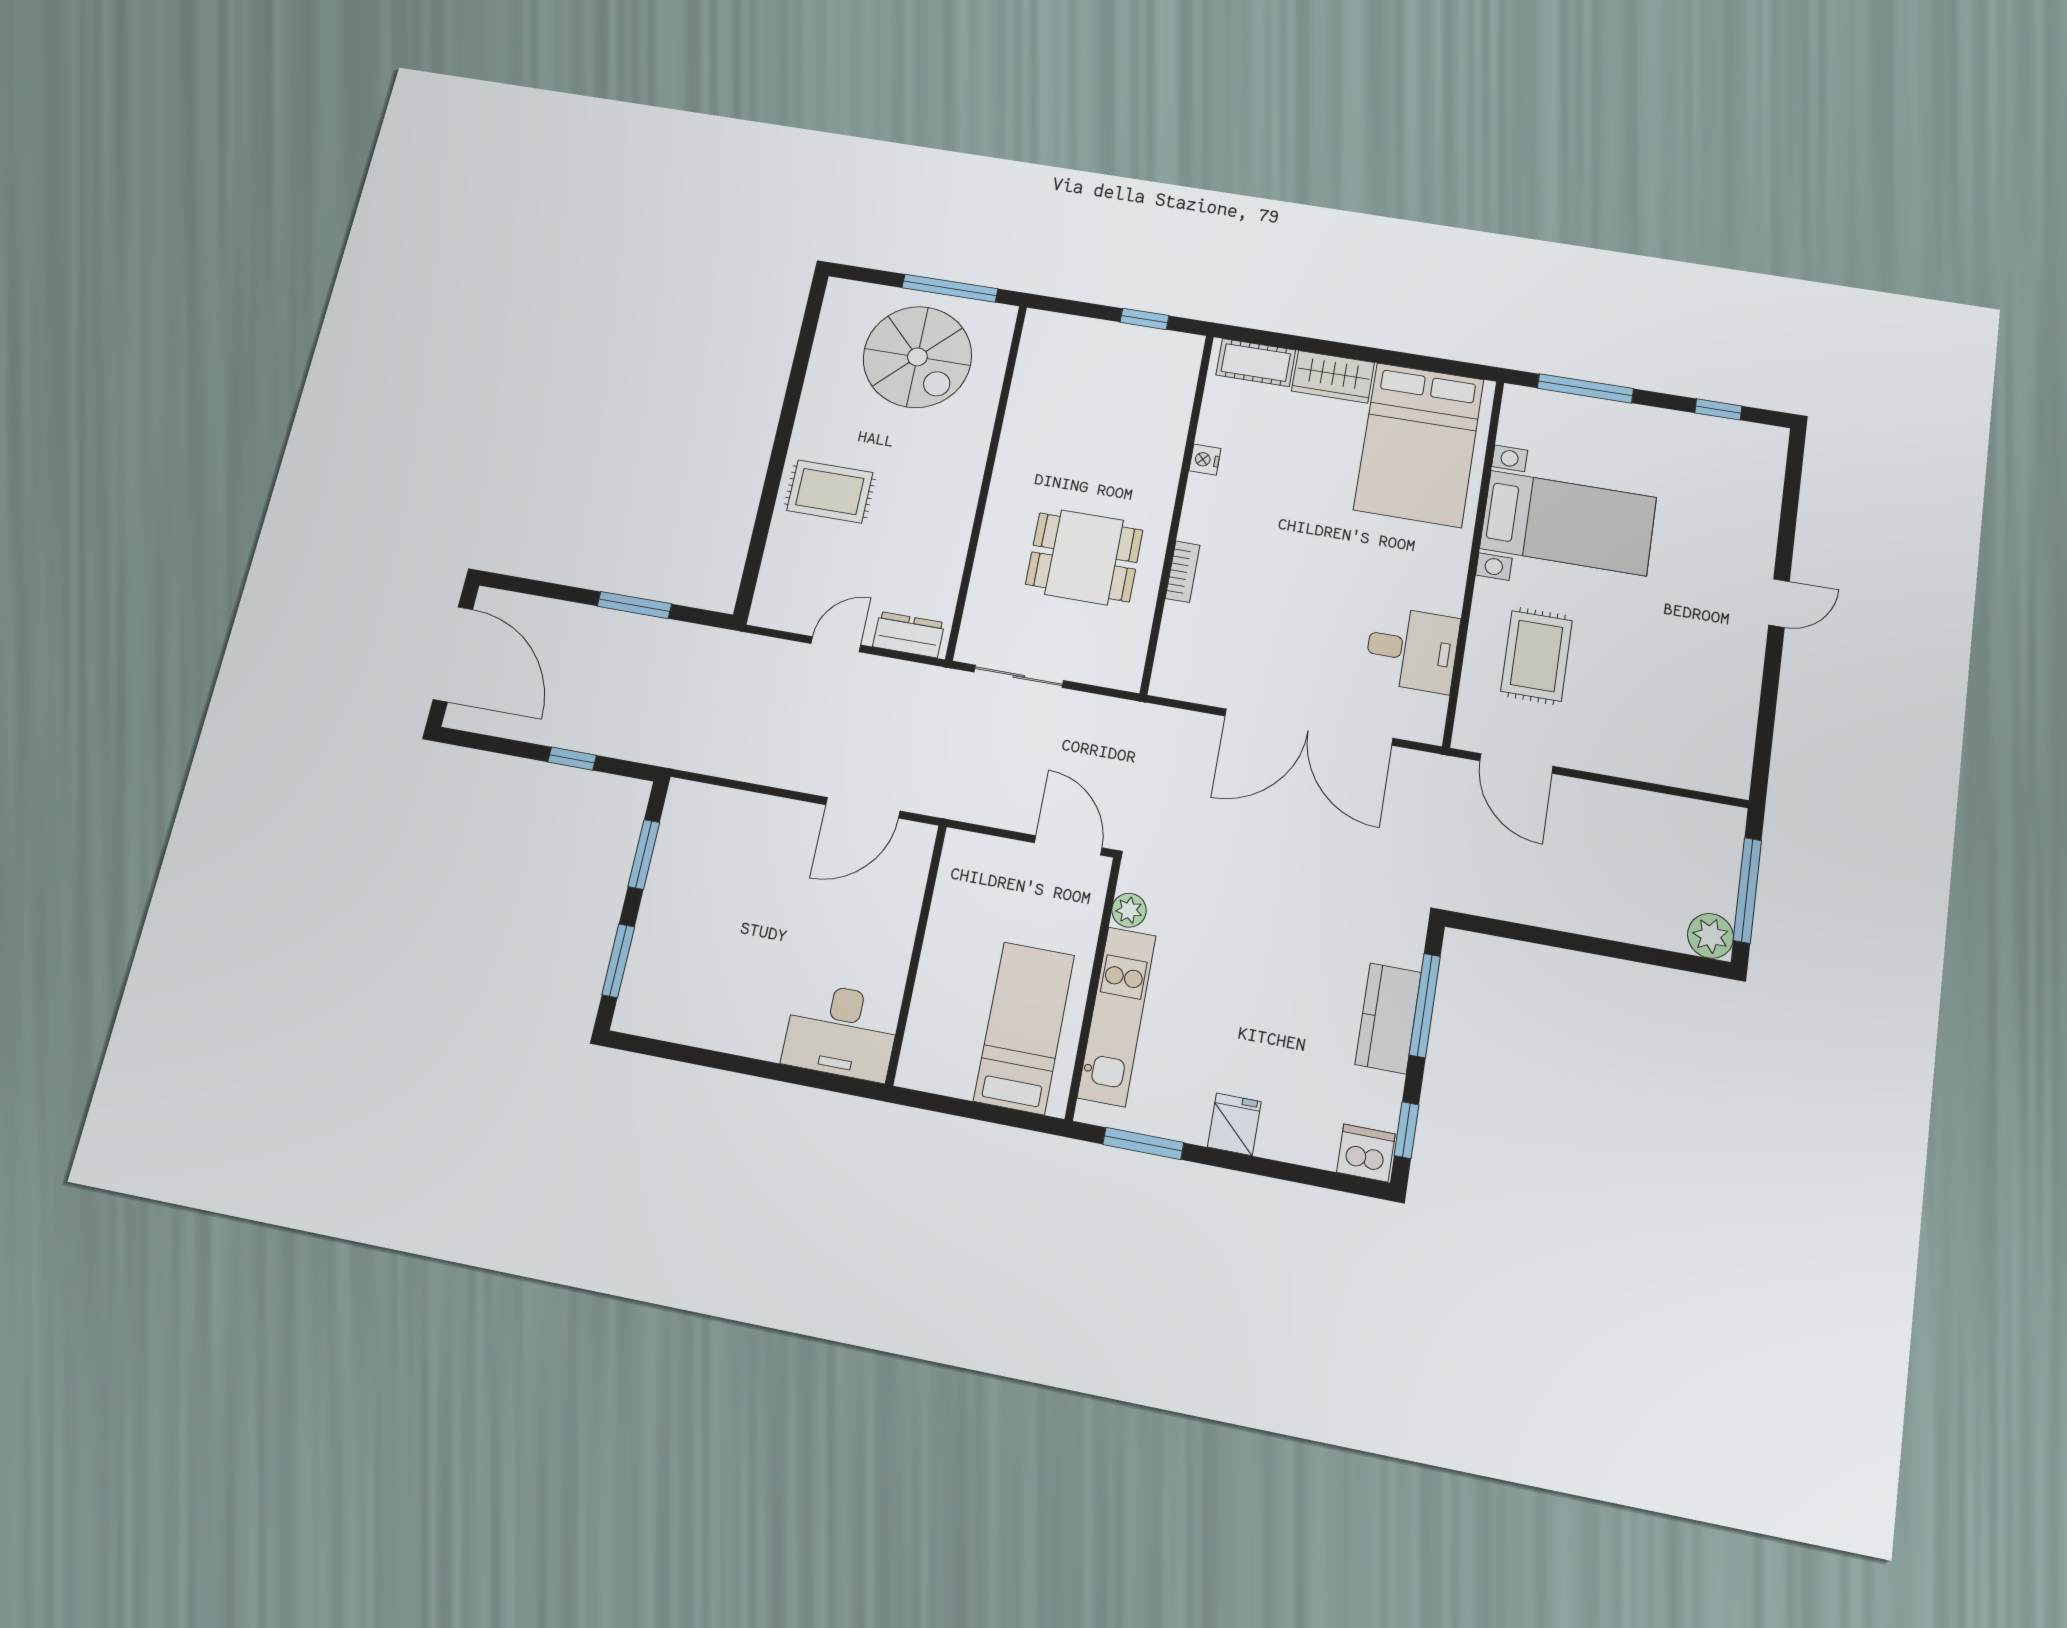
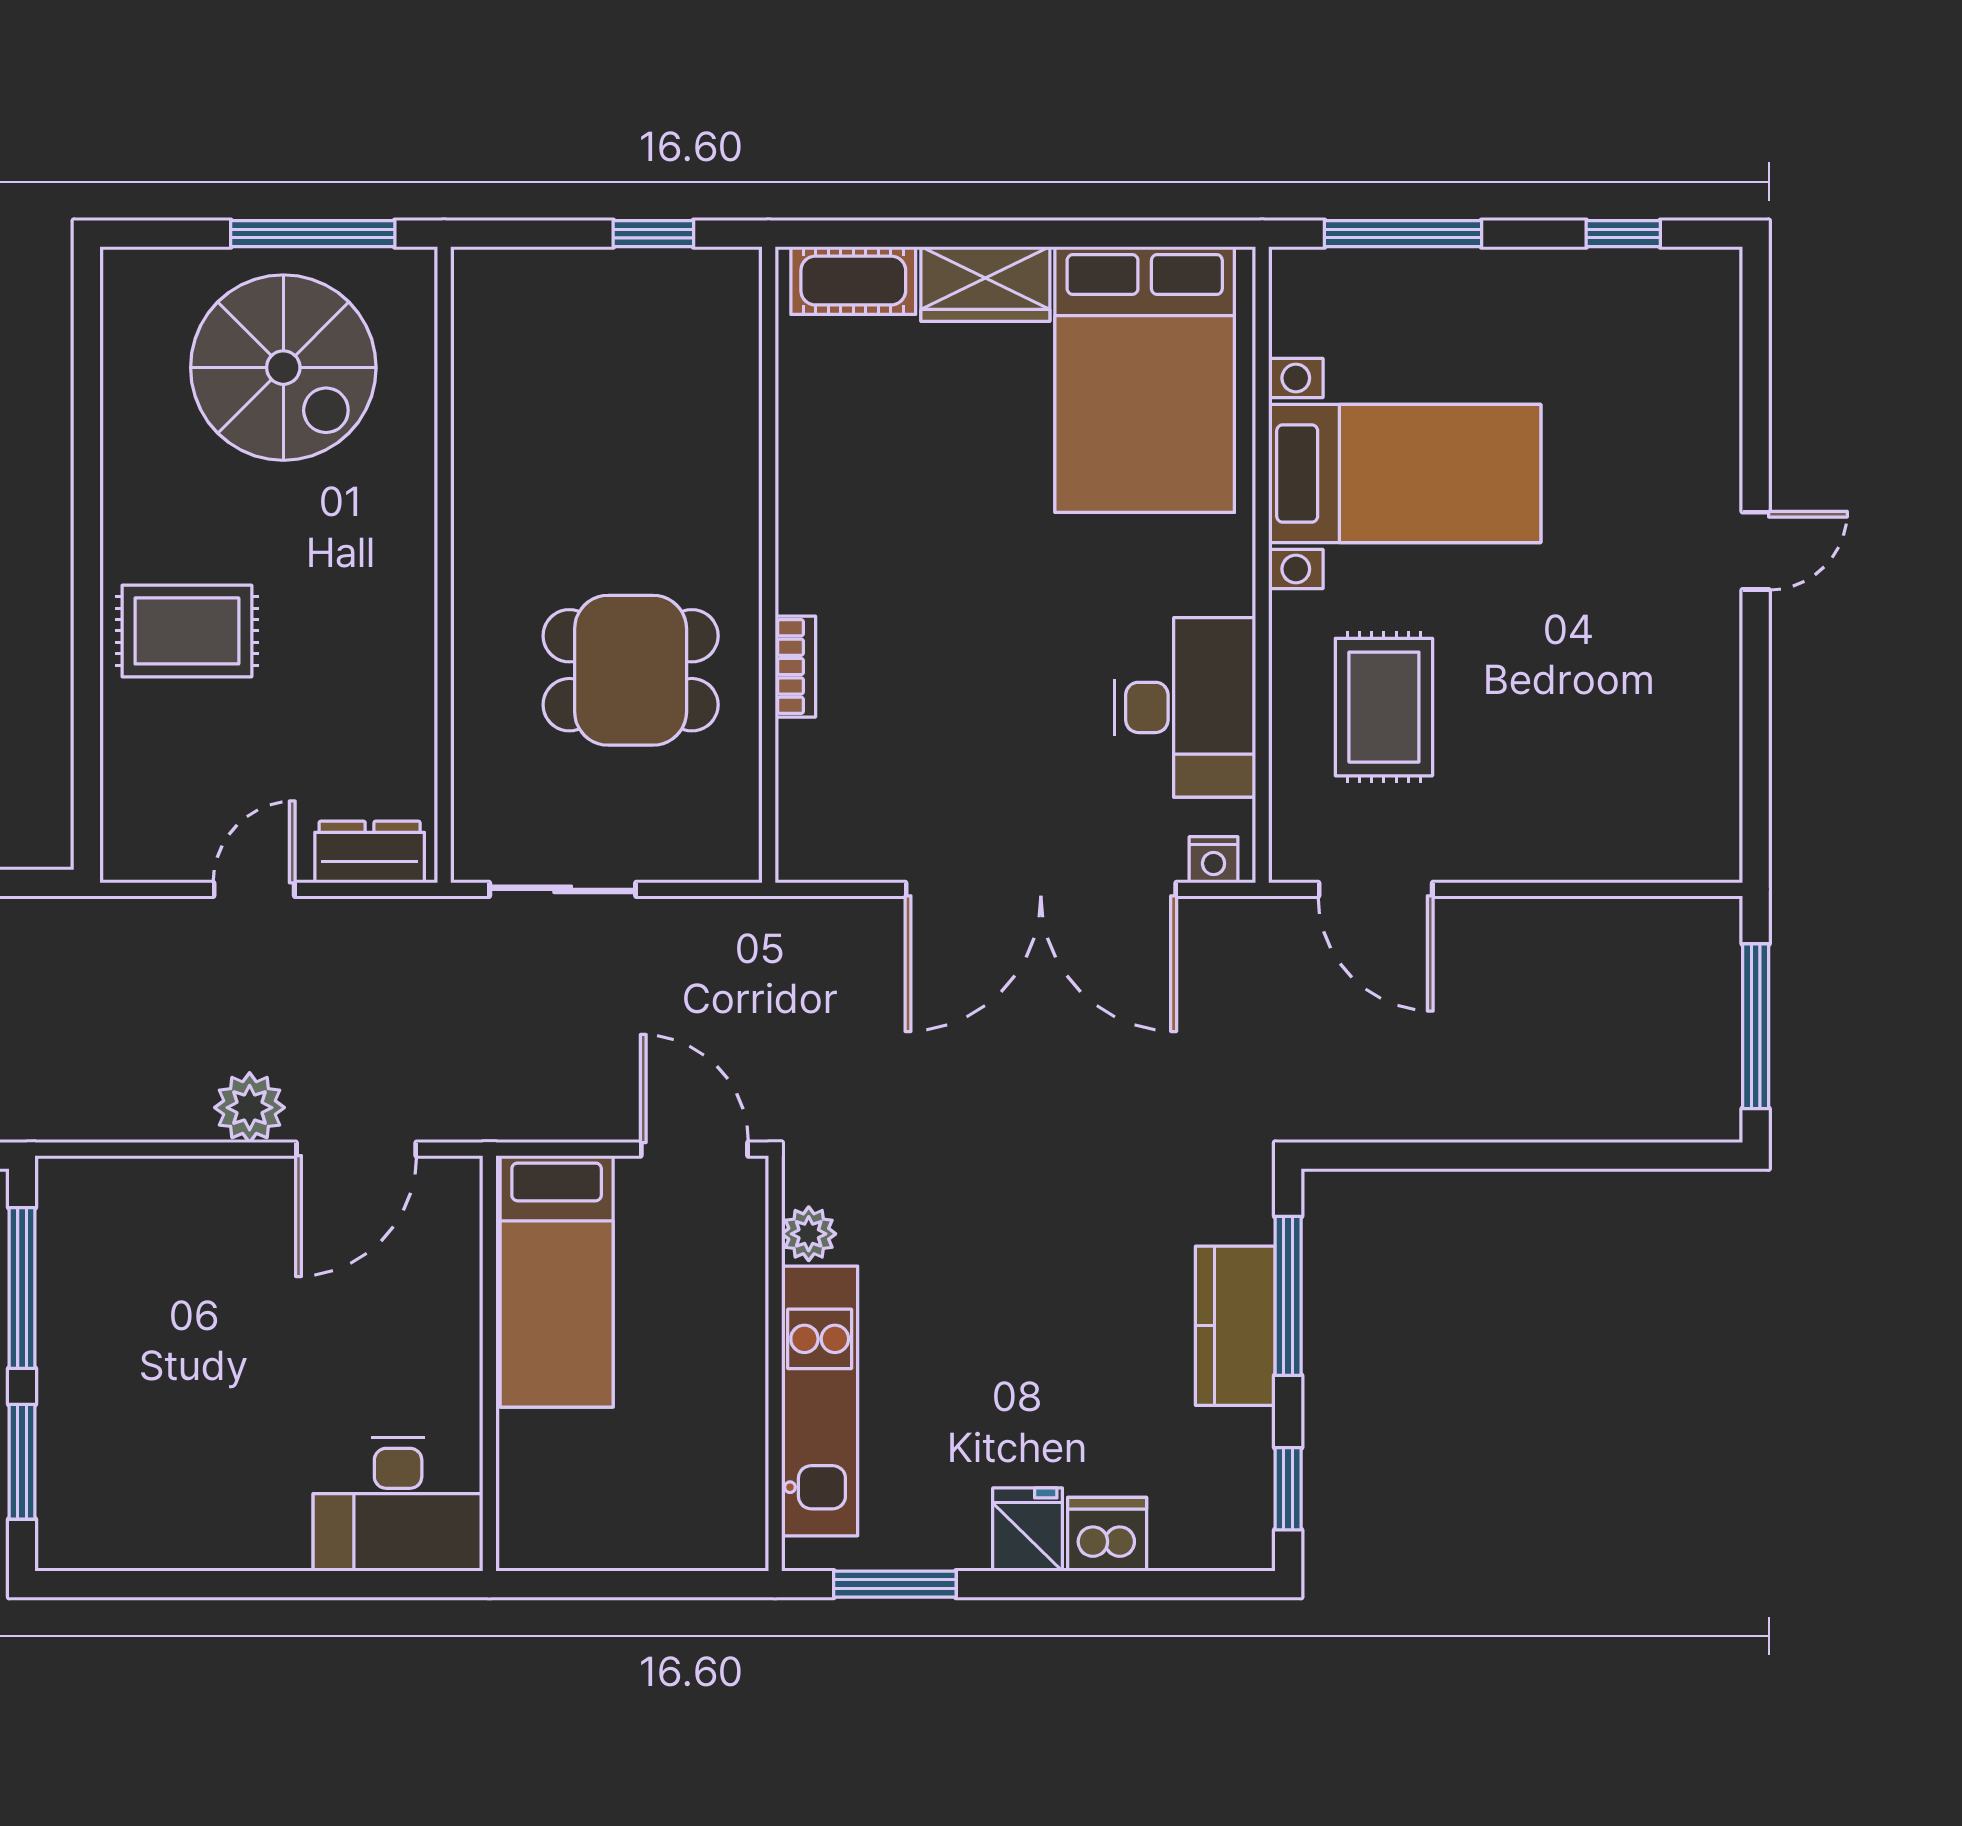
nightstand: (1205, 460) -> (1214, 860), moved, turned -90
desk: (1412, 649) -> (1185, 707), width x1.37
window: (644, 854) -> (22, 1288), width x1.44
plant: (1711, 936) -> (250, 1108), moved
bed: (1024, 1028) -> (557, 1281), moved, turned 180
dishwasher: (1366, 1153) -> (1107, 1534), moved

